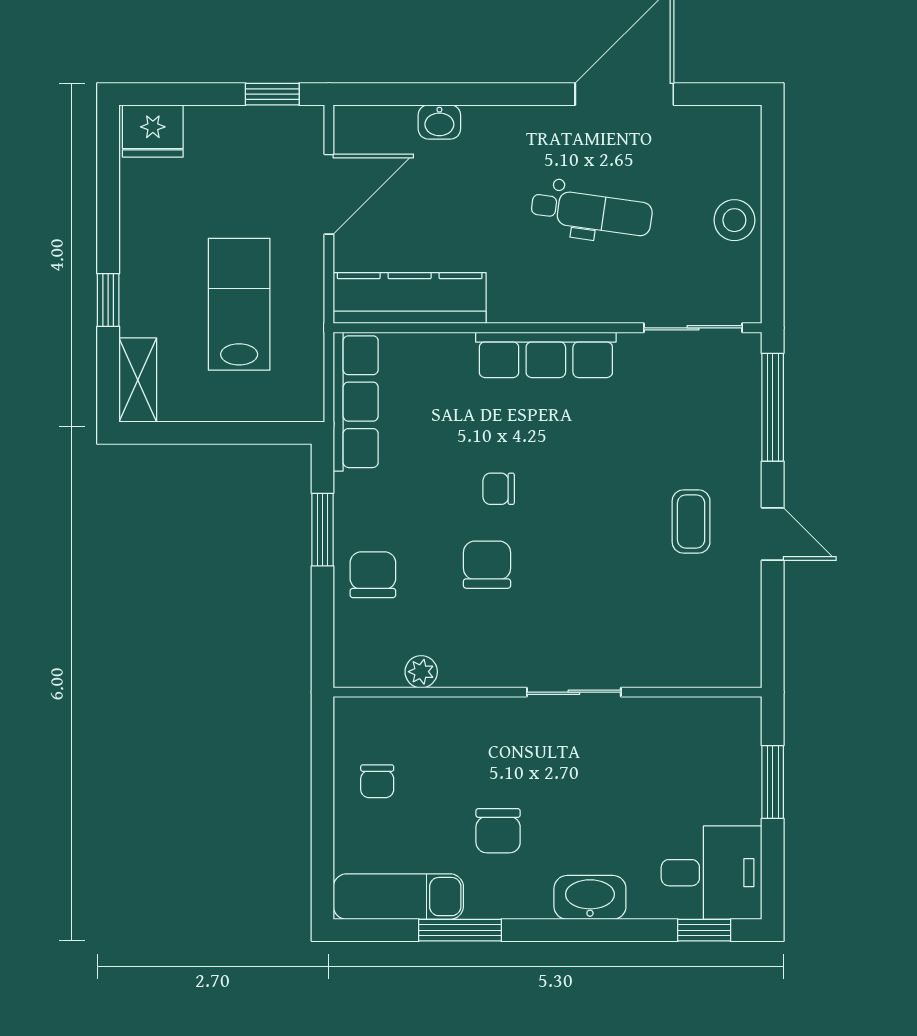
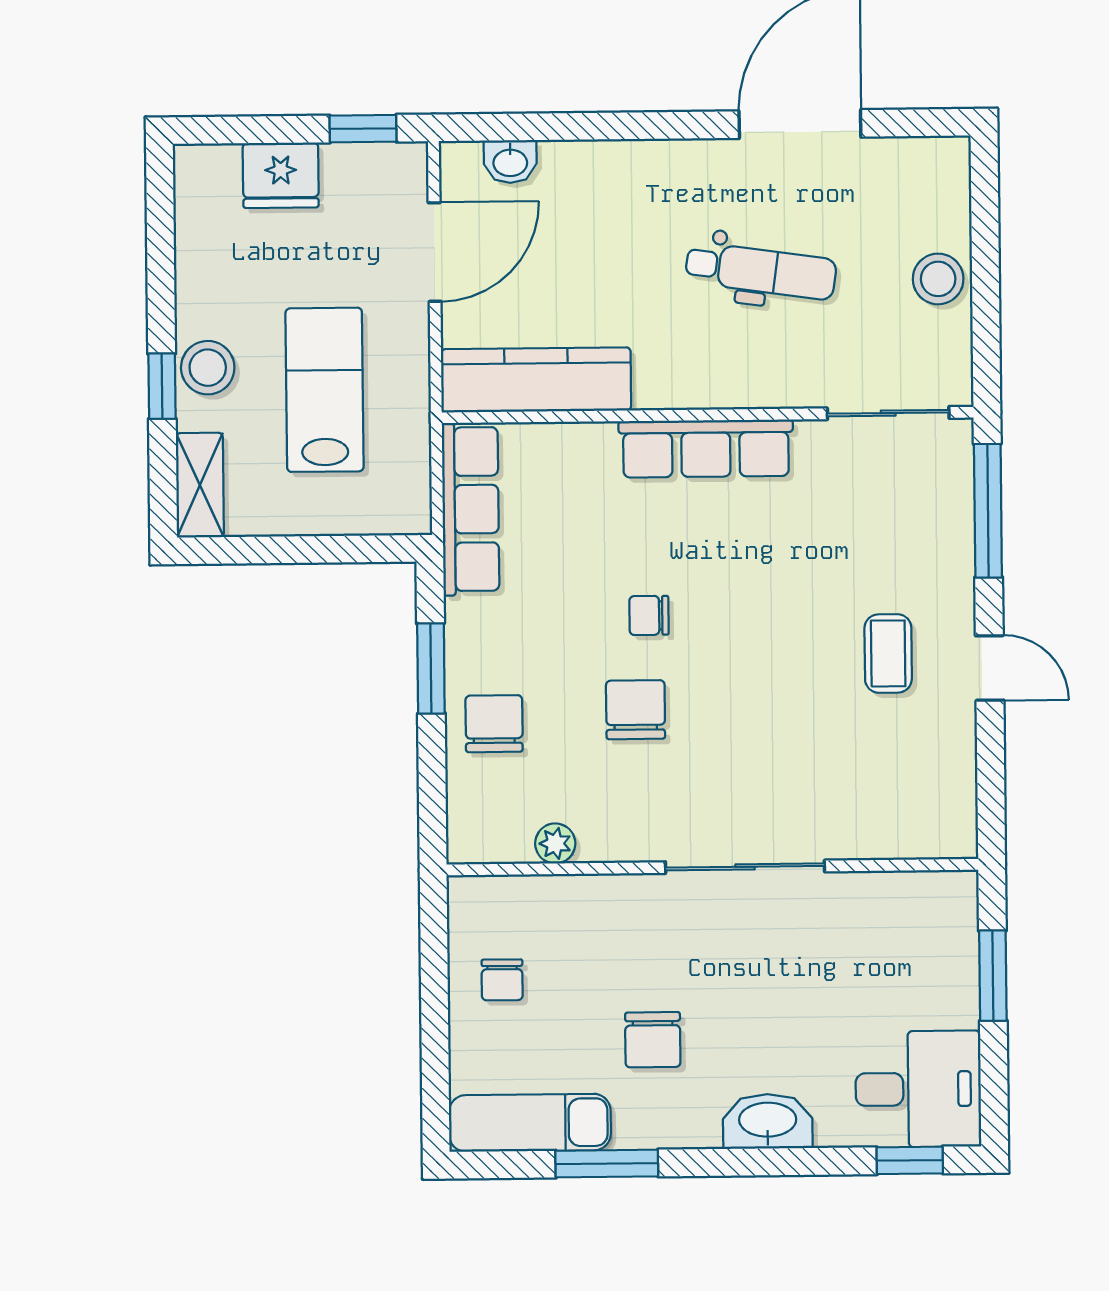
washbasin: (439, 122) -> (510, 162), moved
fridge: (153, 131) -> (281, 175), moved
stool: (145, 285) -> (208, 368), added
sliding door: (574, 692) -> (745, 867), width x1.37

